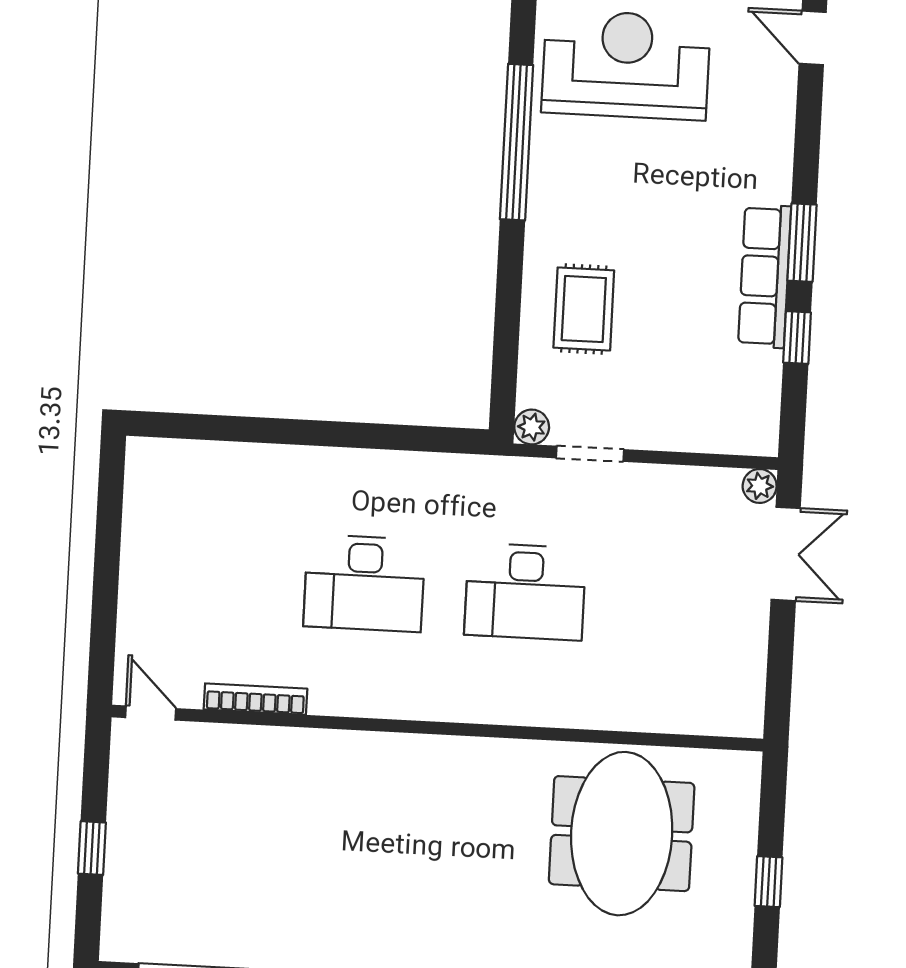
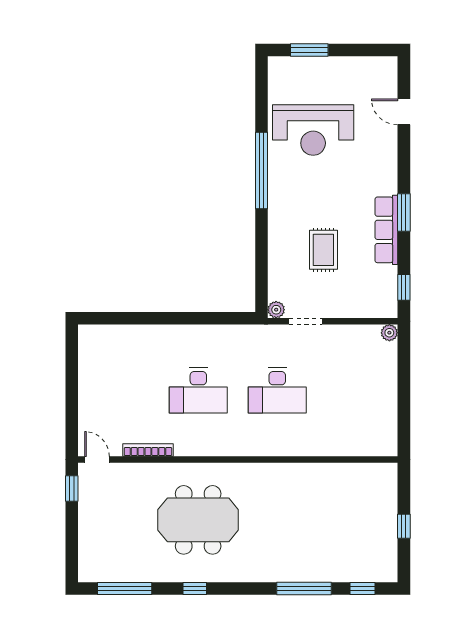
reception desk: (626, 65) -> (313, 130), turned 180
rug: (584, 309) -> (323, 250), moved
window: (797, 338) -> (404, 287), moved
double door: (786, 554) -> (404, 365), removed
meeting table: (622, 834) -> (198, 520), moved, turned 90
window: (92, 848) -> (72, 489), moved

